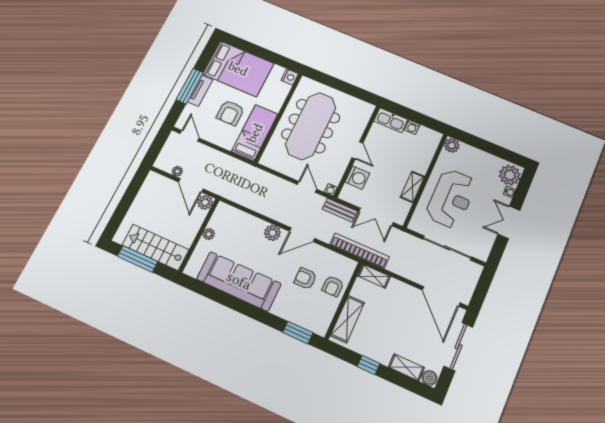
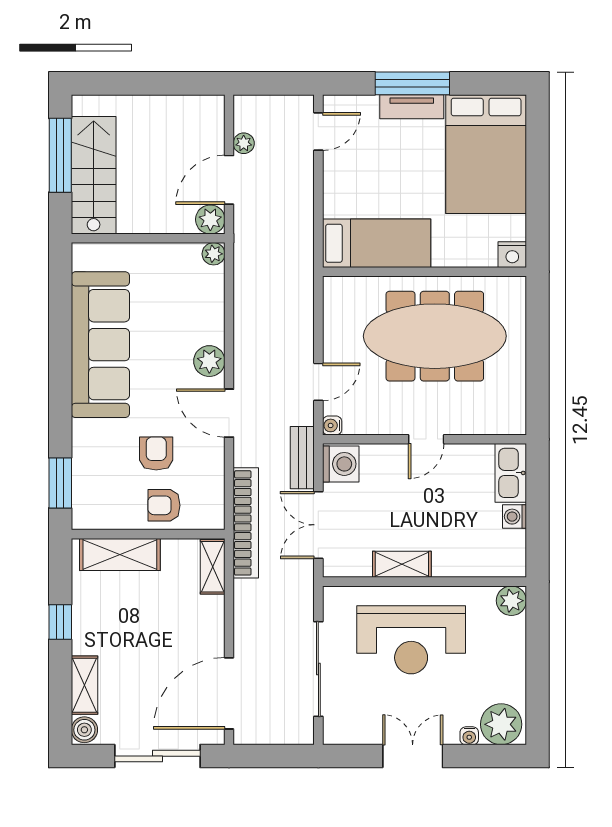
armchair: (230, 113) -> (394, 182), removed
washing machine: (357, 178) -> (341, 464), moved, turned -90
plant: (209, 234) -> (214, 254), moved

